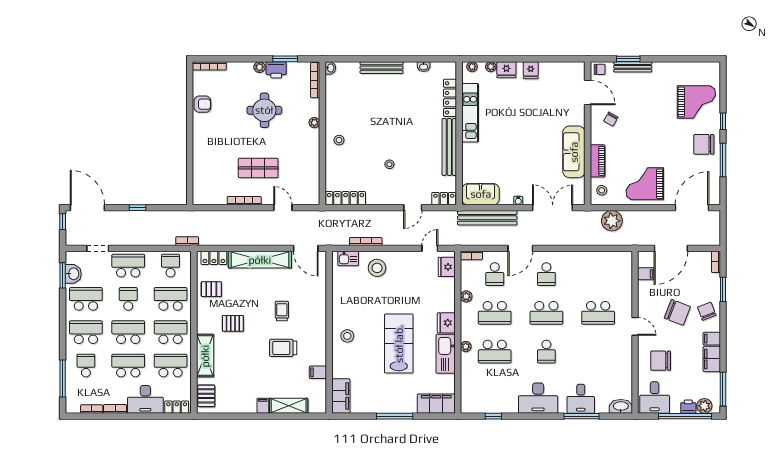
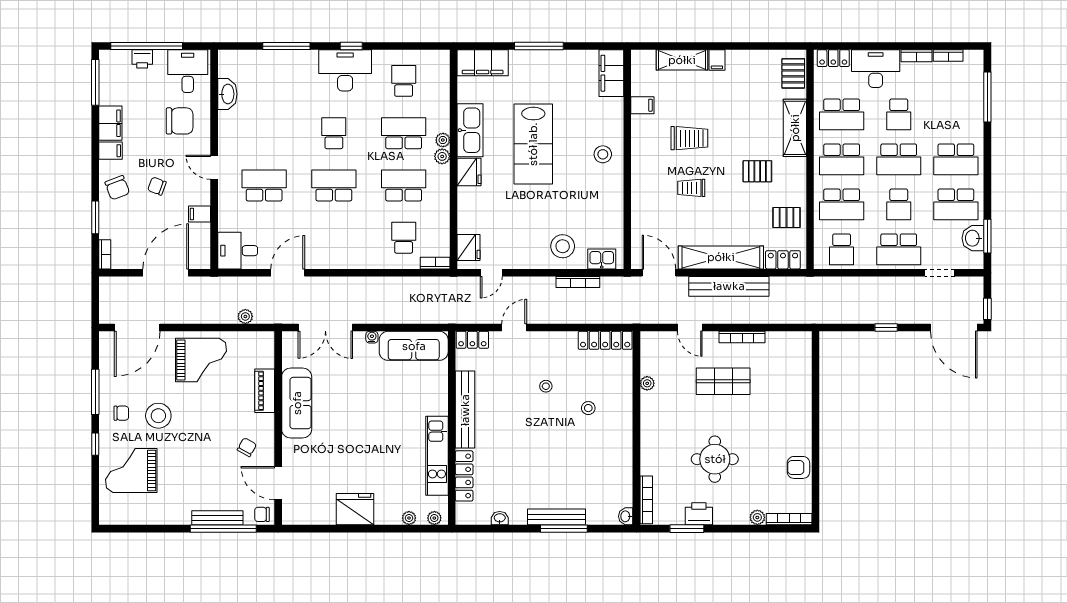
window: (376, 59) -> (564, 529), added
window: (628, 59) -> (223, 529), width x2.11
plant: (260, 67) -> (757, 517), moved
fridge: (506, 70) -> (388, 514), removed
fridge: (531, 70) -> (355, 509), width x1.88, depth x1.34
plant: (314, 123) -> (647, 383), moved
stool: (339, 140) -> (588, 408), moved
chair: (704, 144) -> (121, 413), width x0.54, depth x0.54
stool: (602, 190) -> (158, 416), moved, width x1.89, depth x1.89
sofa: (481, 194) -> (414, 346), width x1.36
bench: (487, 218) -> (729, 286), moved
plant: (612, 221) -> (245, 316), width x0.53, depth x0.53
bookcase: (187, 241) -> (819, 282), removed
door: (520, 248) -> (288, 273), moved
school desk: (546, 274) -> (404, 81), moved
filing cabinet: (646, 274) -> (200, 214), moved
plant: (466, 296) -> (442, 156), moved
trolley: (282, 311) -> (691, 188), turned 90
chair: (677, 312) -> (157, 186), width x0.54, depth x0.54
school desk: (86, 366) -> (956, 114), removed
school desk: (128, 366) -> (899, 114), width x0.54
desk: (581, 399) -> (238, 251), moved, turned -90
washbasin: (621, 406) -> (227, 94), moved, turned -90
plant: (704, 406) -> (120, 60), removed
window: (493, 416) -> (351, 46), moved

